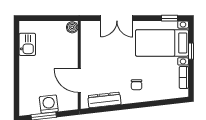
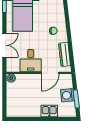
kitchen sink: (27, 44) -> (49, 111), moved
desk: (96, 54) -> (31, 61), added

